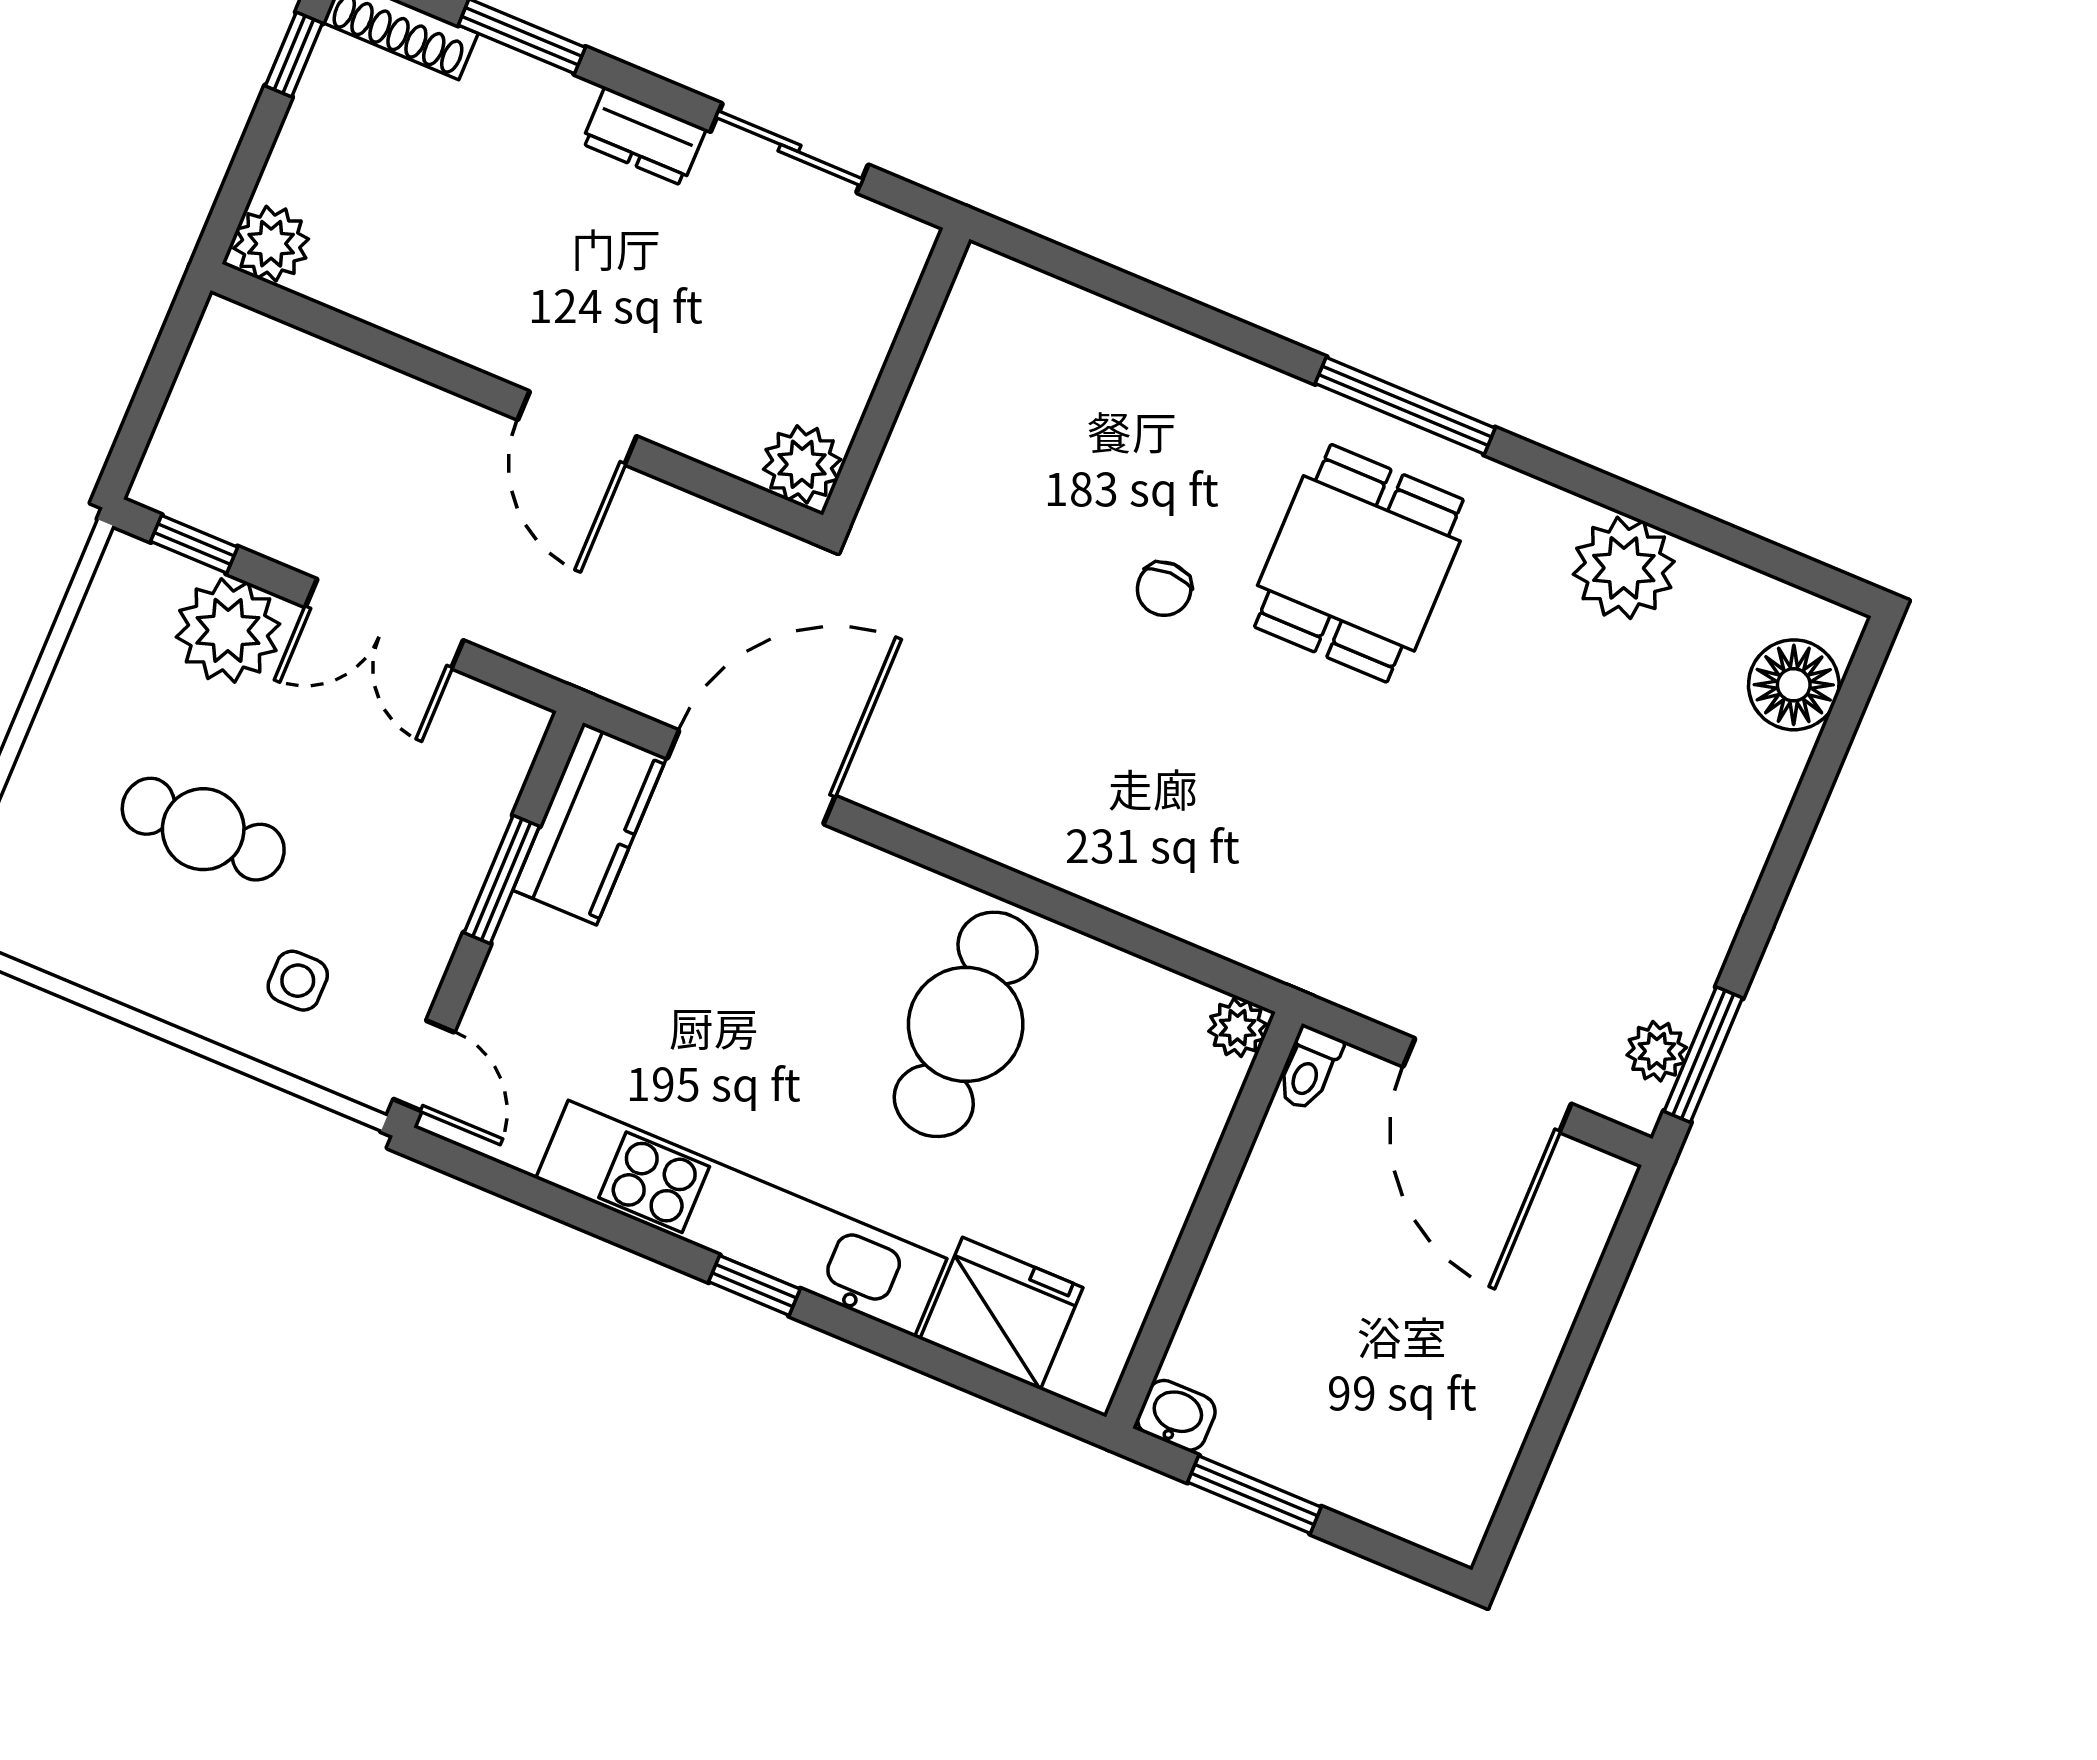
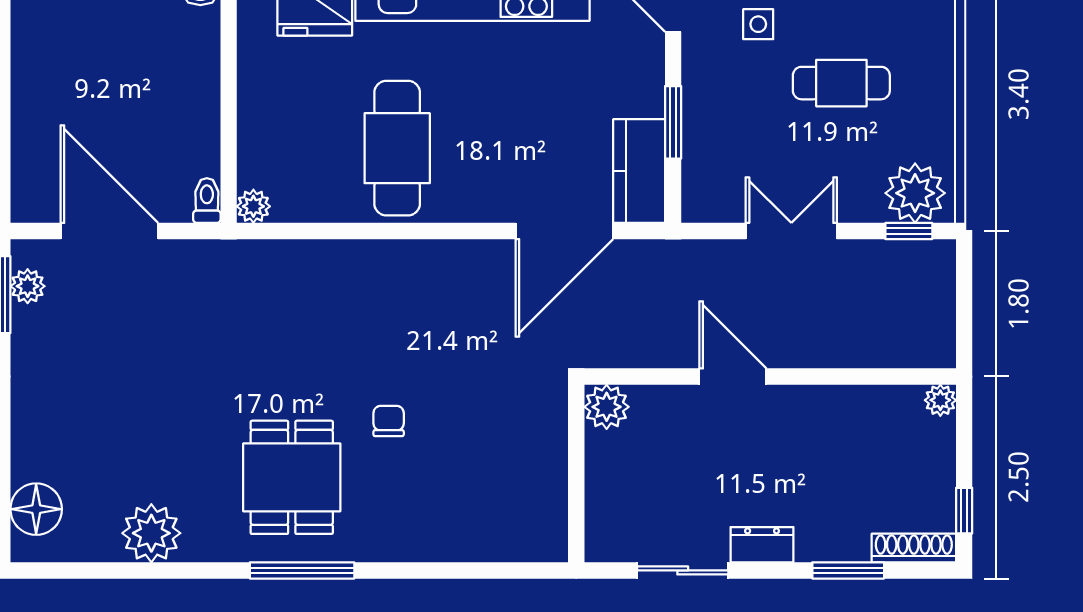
plant: (271, 244) -> (940, 400), width x0.73, depth x0.73
plant: (228, 630) -> (915, 193), moved

